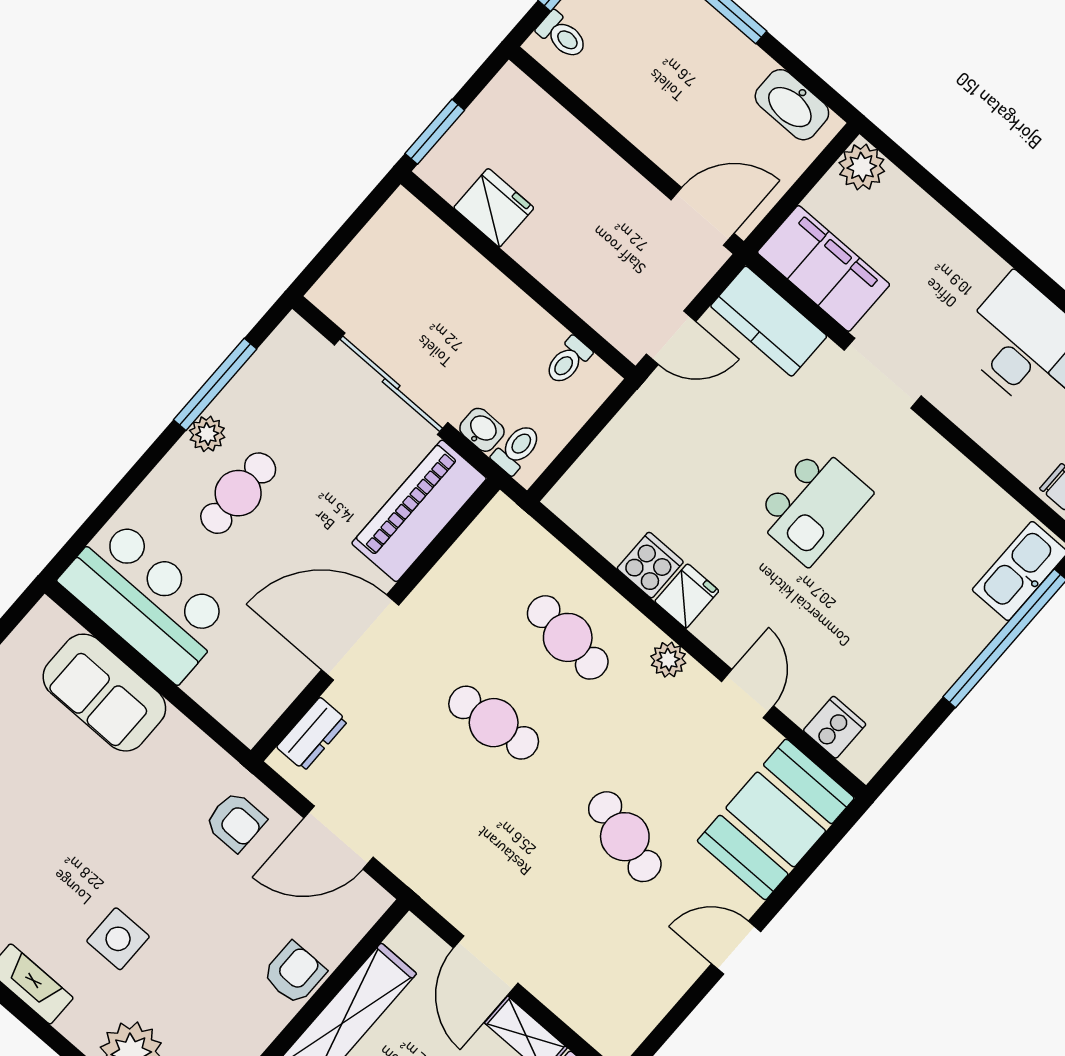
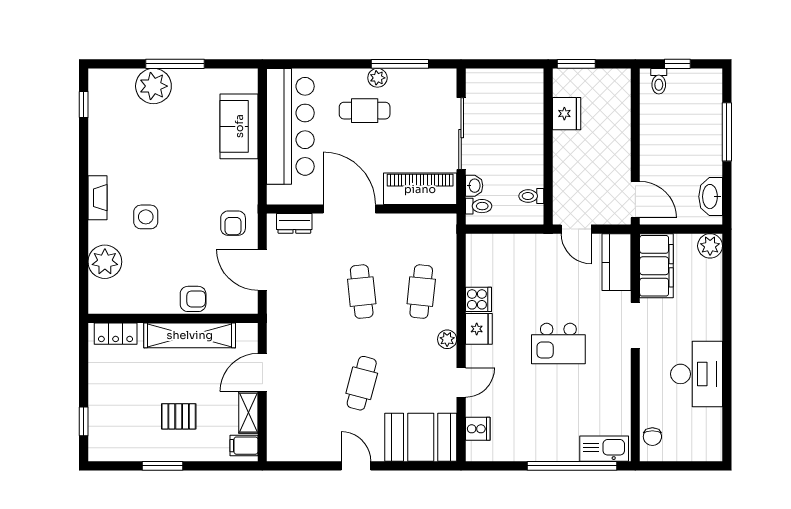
fridge: (687, 596) -> (479, 329), width x1.38
bar counter: (146, 600) -> (290, 126), width x1.36

